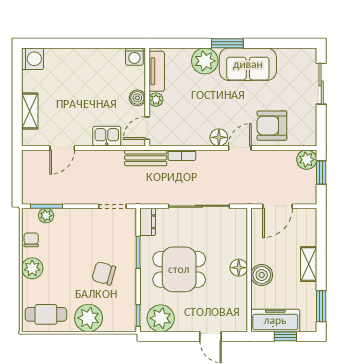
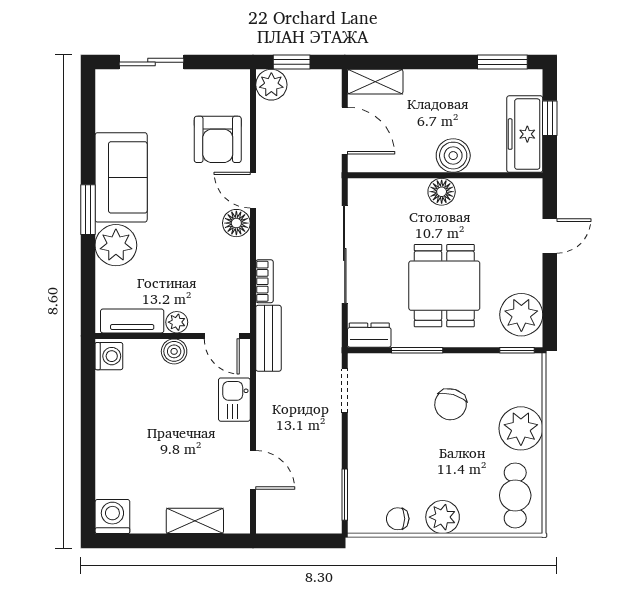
plant: (46, 216) -> (359, 495), removed
shelving: (309, 264) -> (375, 82), moved

